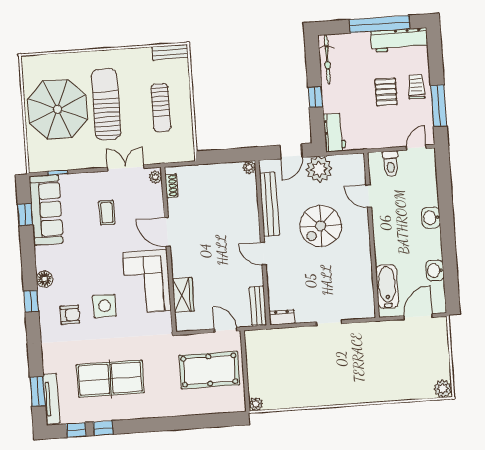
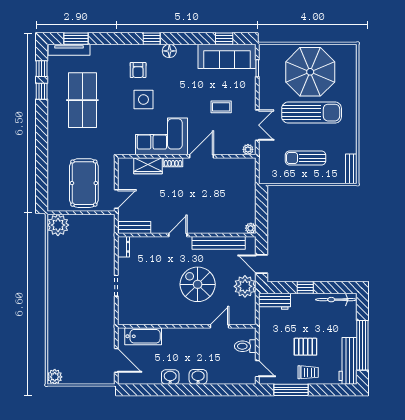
shoe rack: (171, 186) -> (173, 162), moved
washbasin: (435, 270) -> (170, 377), moved
plant: (256, 404) -> (58, 225), width x1.87, depth x1.87

